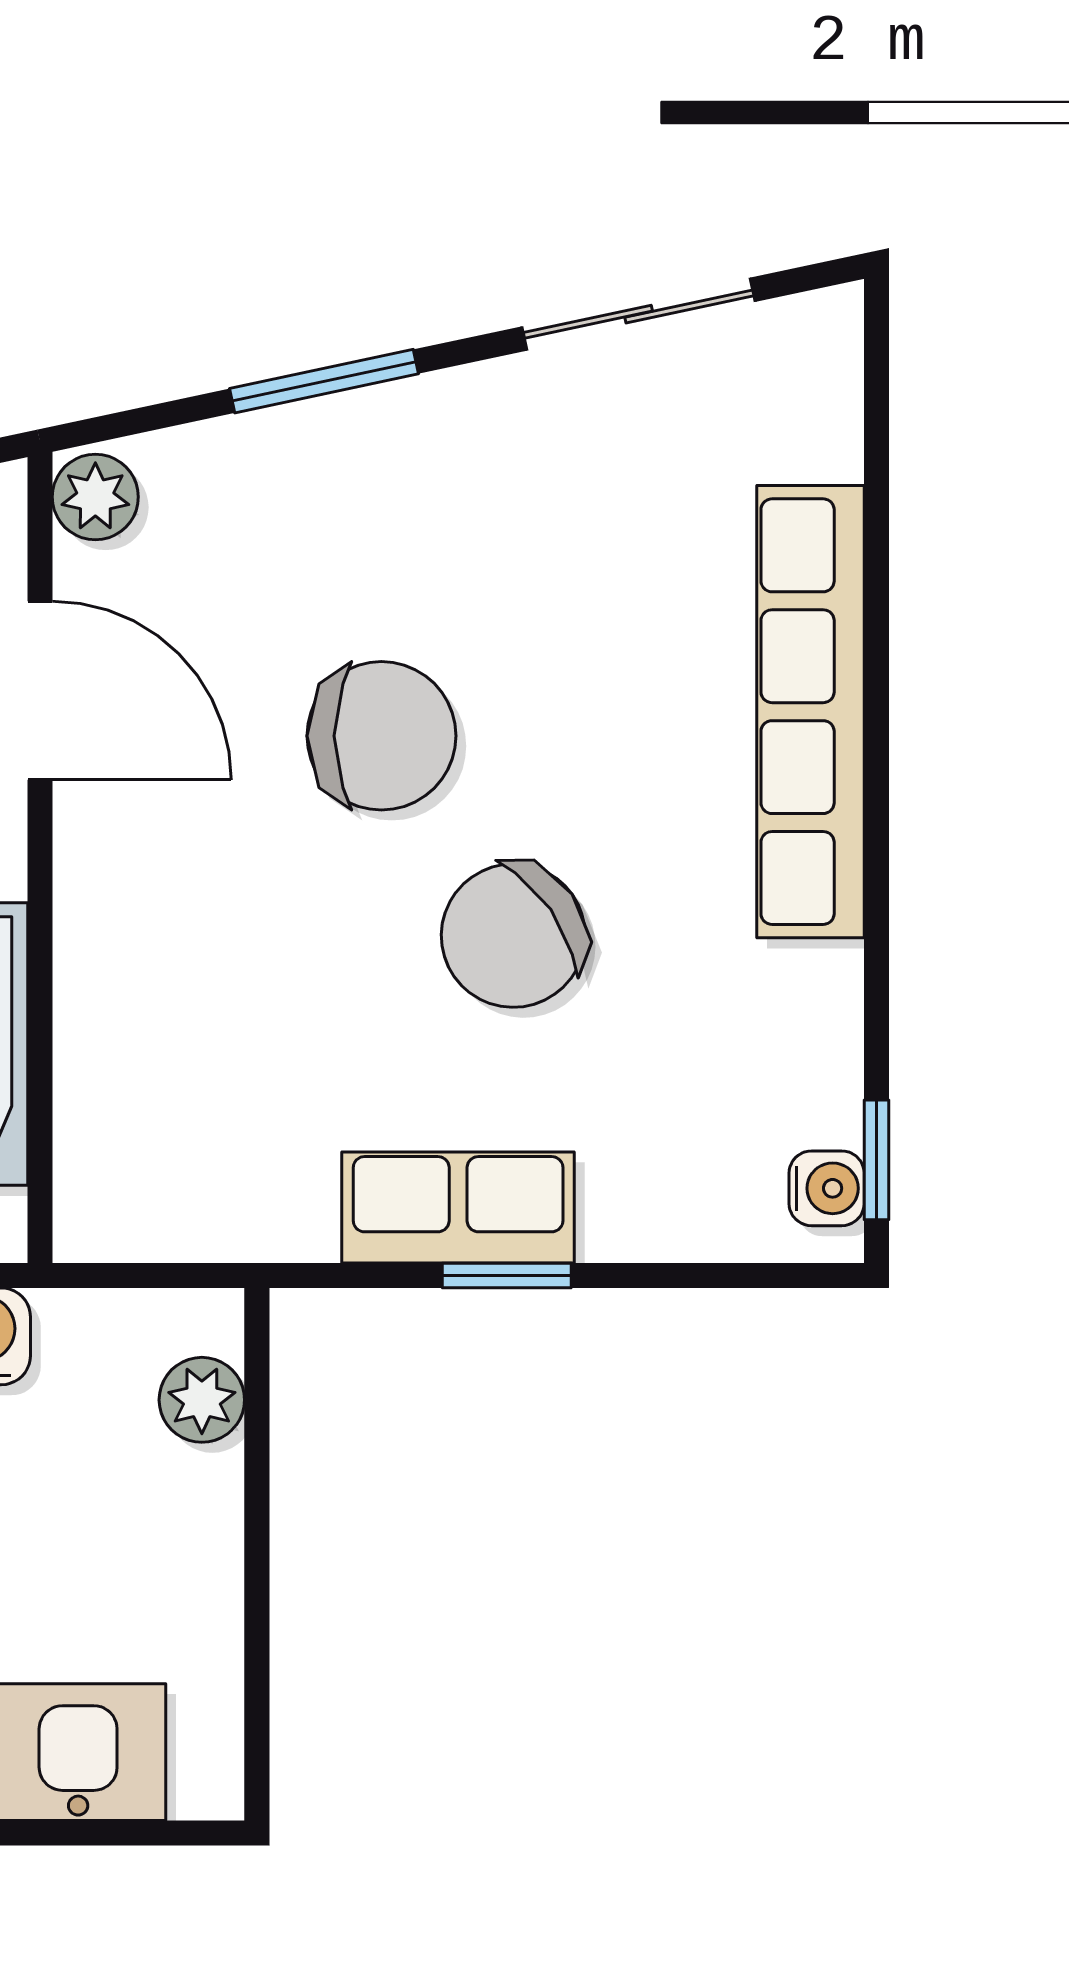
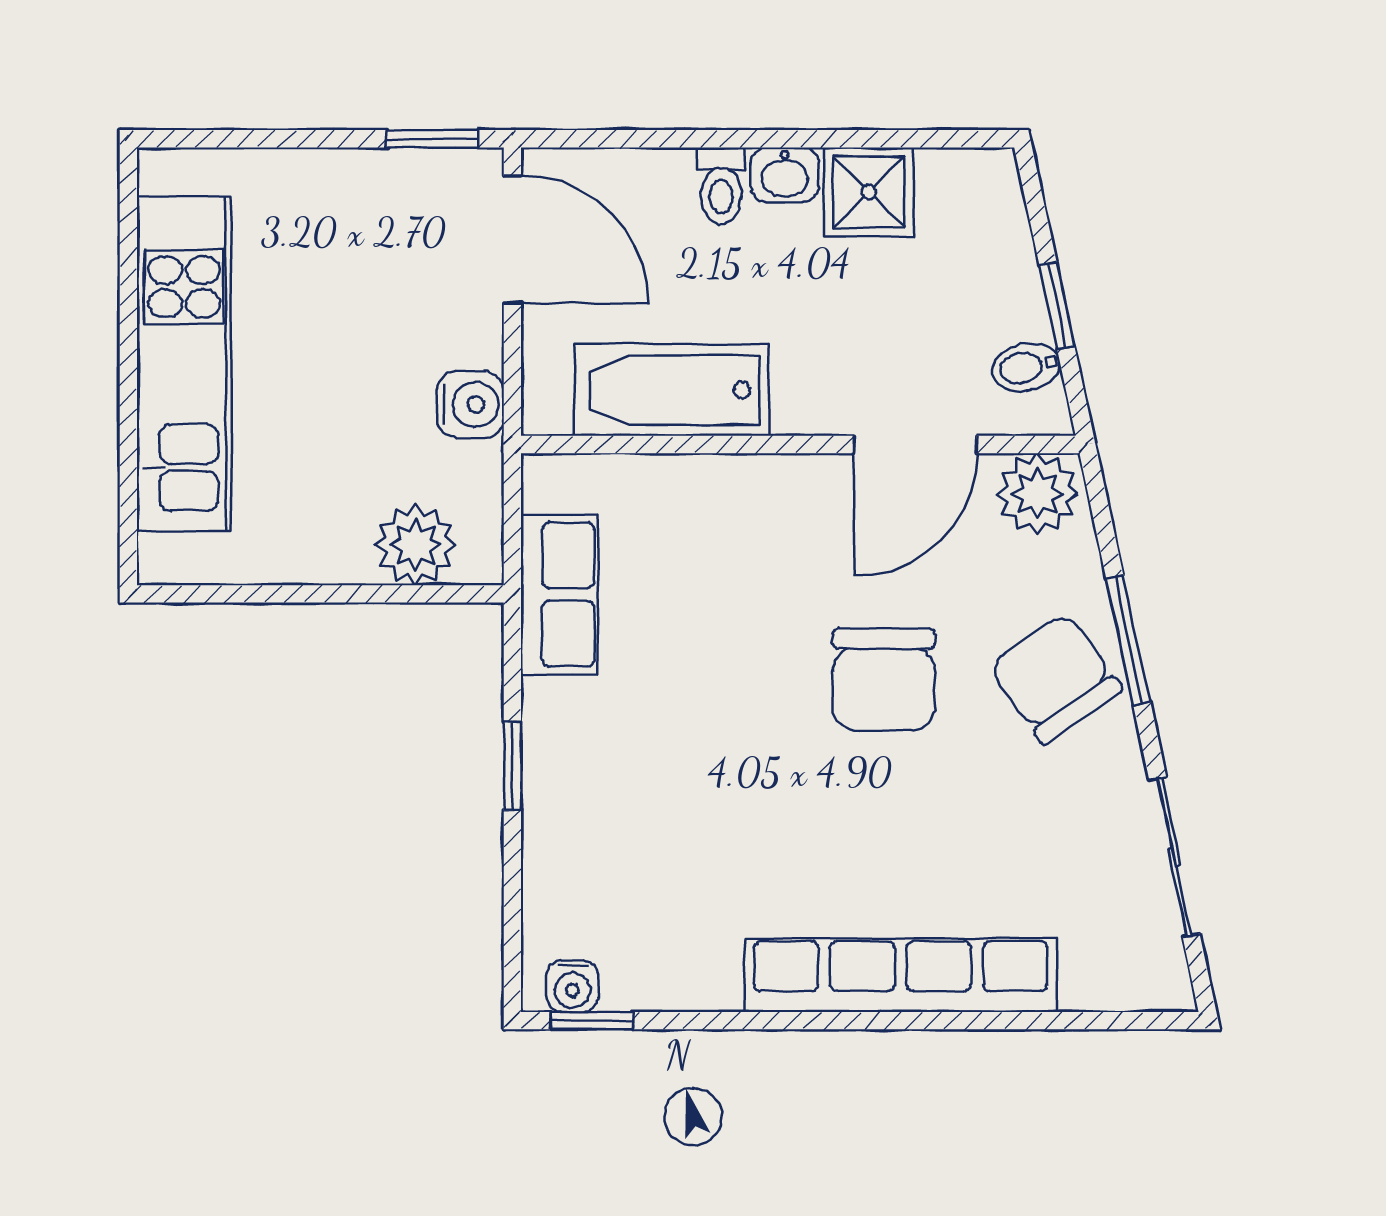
plant: (95, 497) -> (1037, 494), width x1.38, depth x1.38
chair: (513, 936) -> (1055, 678), moved
row of seats: (458, 1207) -> (559, 594), moved
plant: (202, 1400) -> (416, 545), width x1.38, depth x1.38

